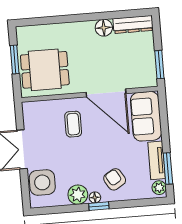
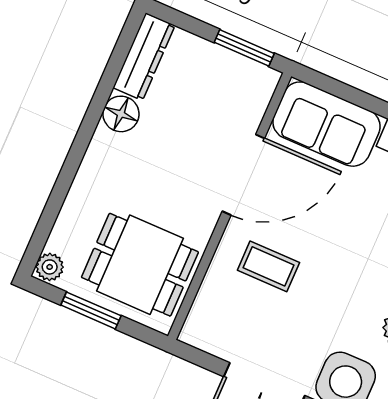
plant: (23, 32) -> (50, 267), added
dining table: (45, 70) -> (140, 265), turned 90

